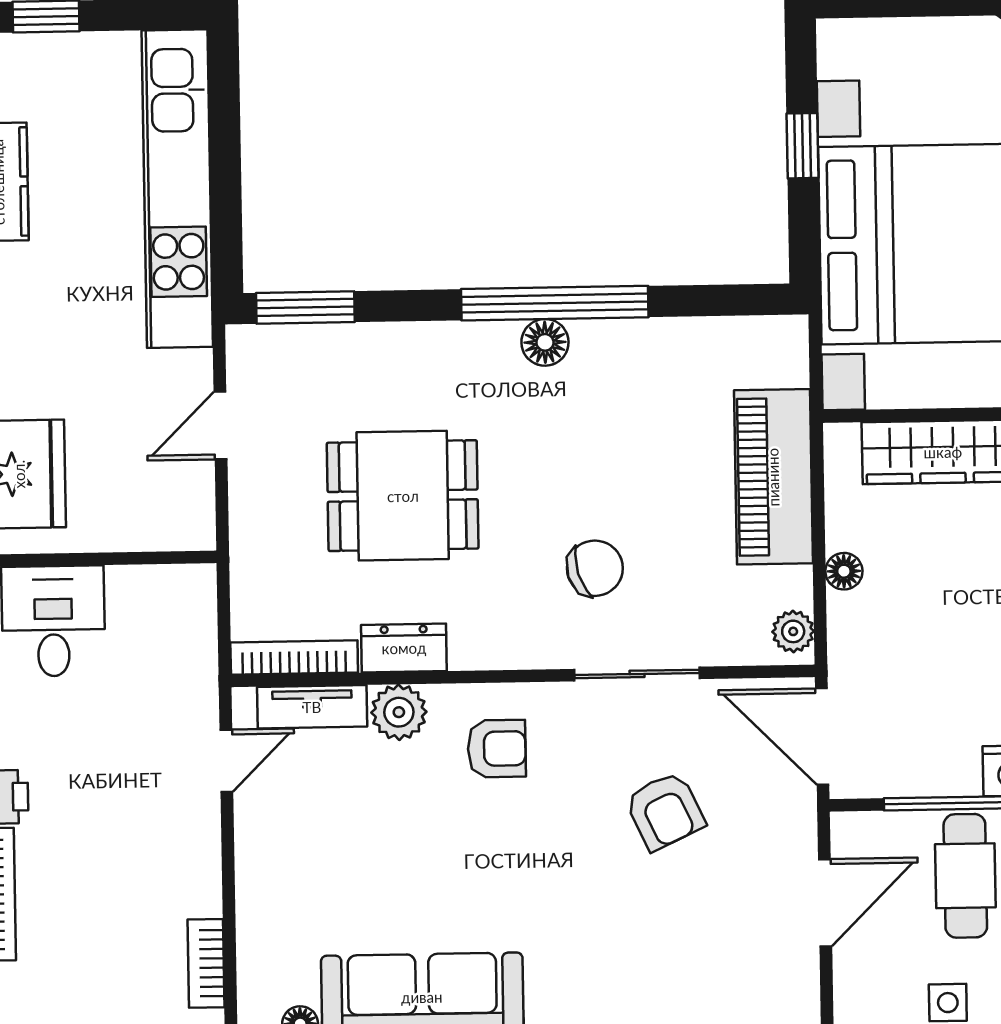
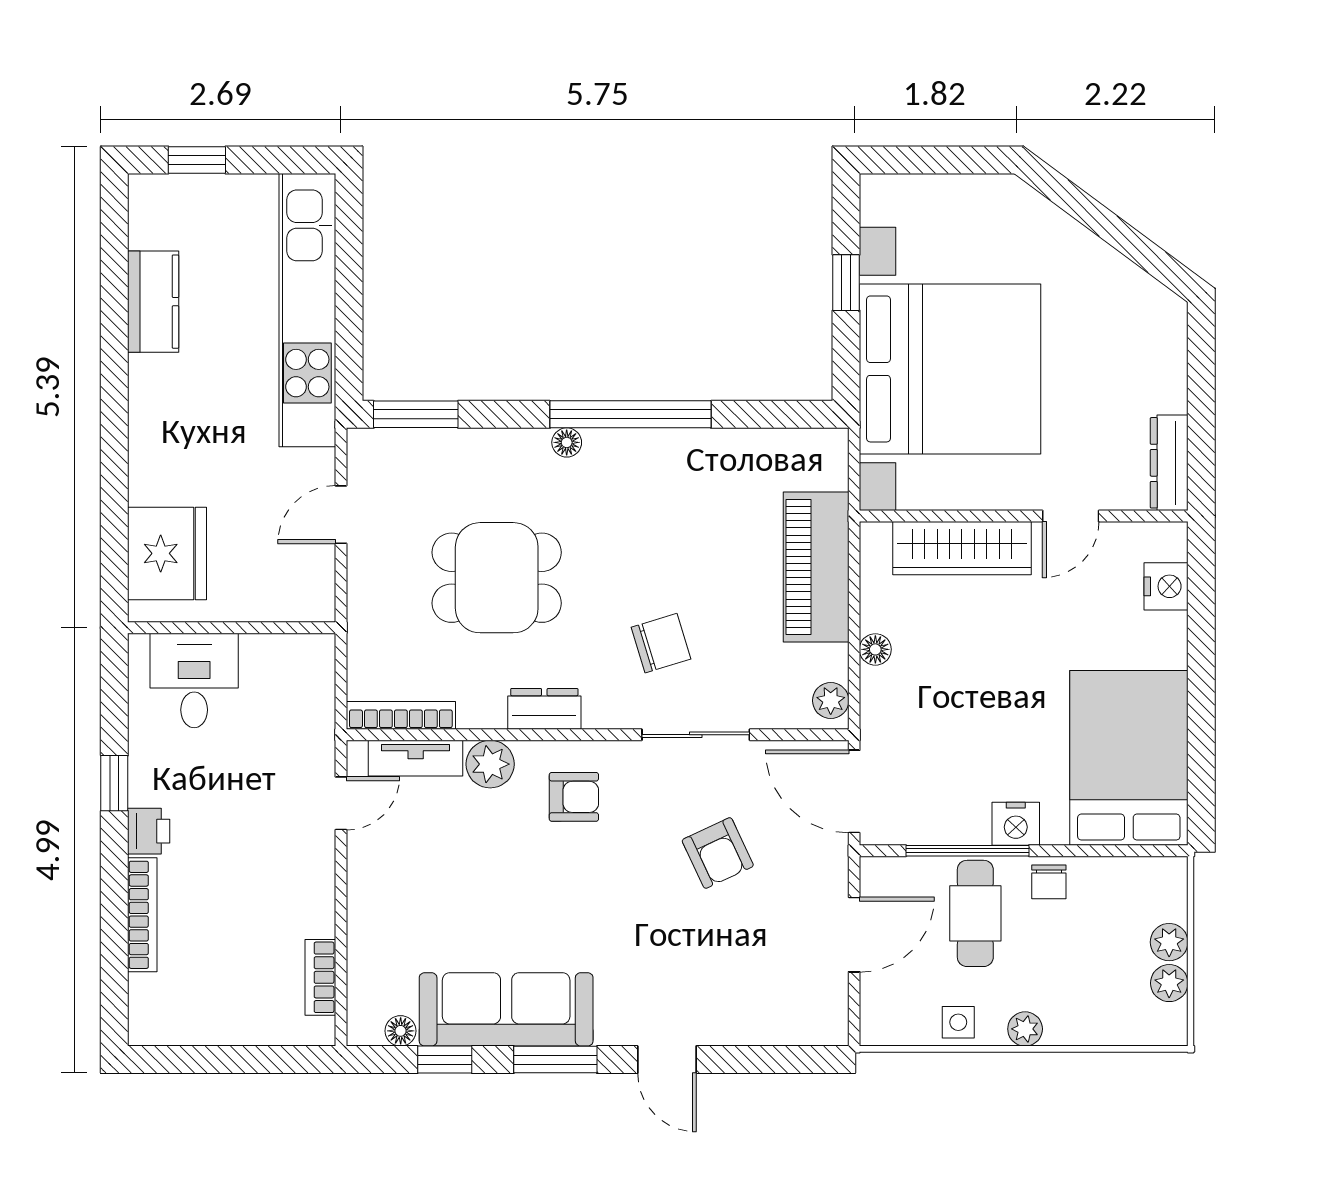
floor lamp: (545, 342) -> (567, 442), moved, width x0.73, depth x0.73
dresser: (404, 648) -> (544, 709), moved

